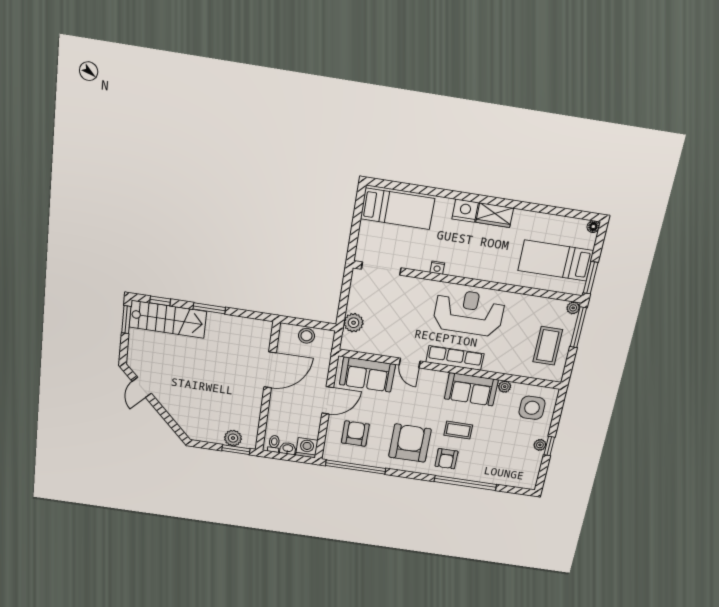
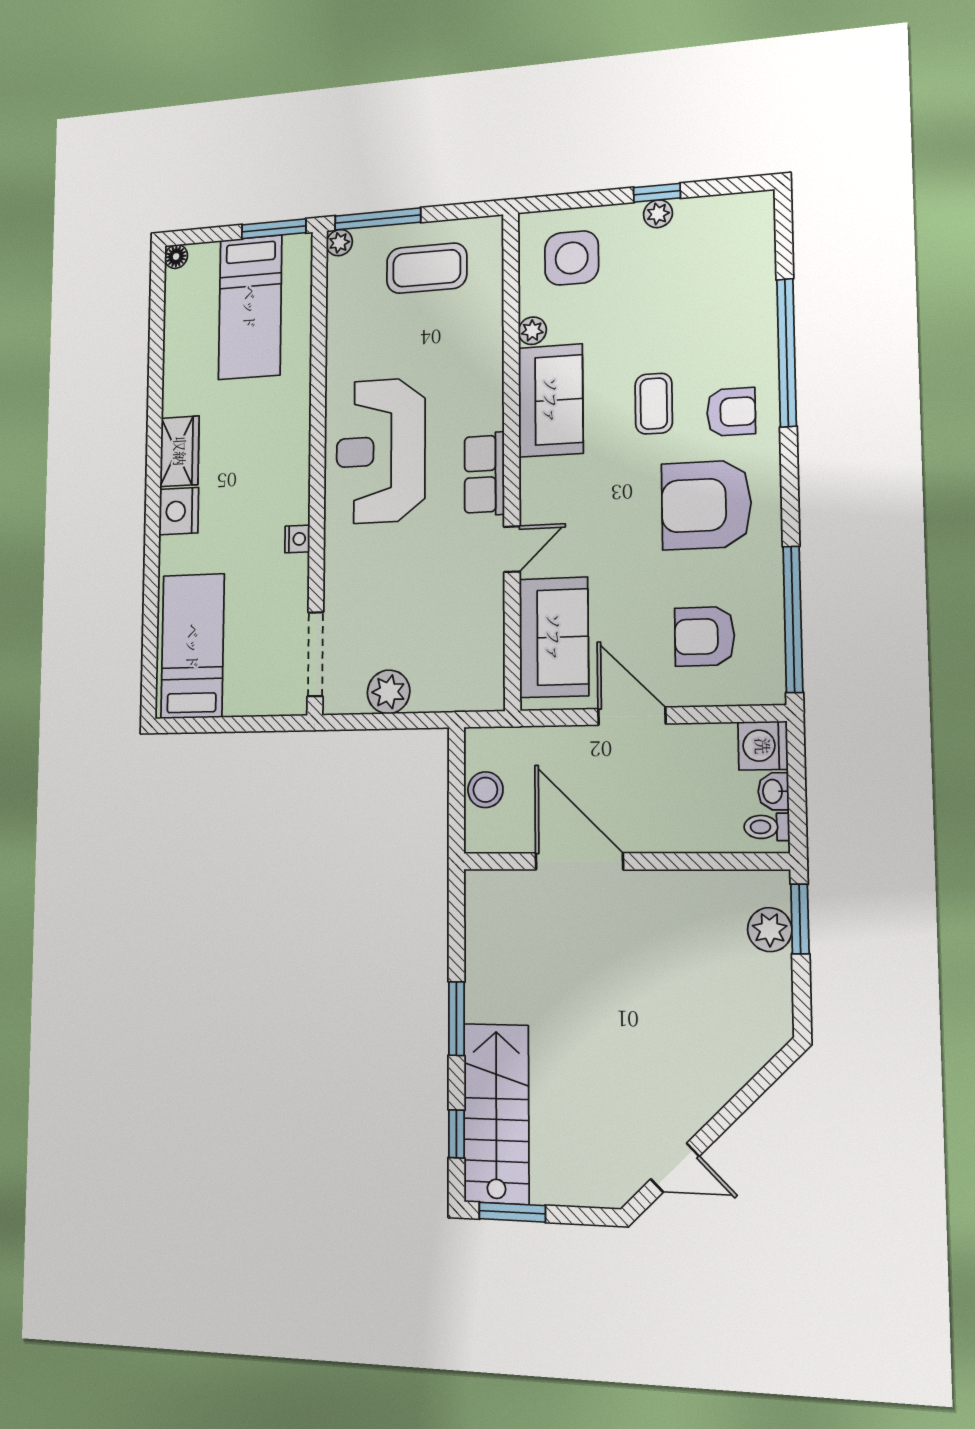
plant: (354, 323) -> (389, 692), moved
row of seats: (455, 358) -> (484, 474), width x0.68

